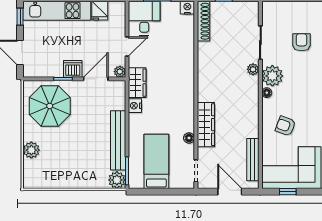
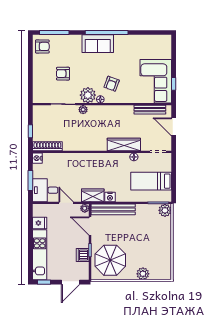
dishwasher: (73, 69) -> (83, 255), moved
armchair: (286, 126) -> (112, 84), moved
bench: (118, 140) -> (113, 209), moved
door: (230, 192) -> (174, 127), hinge flipped

